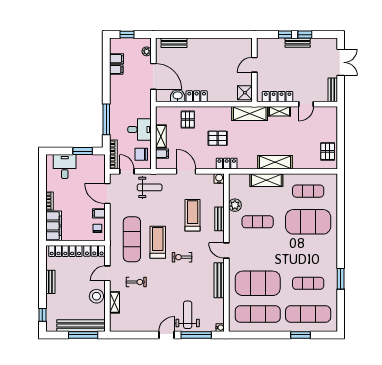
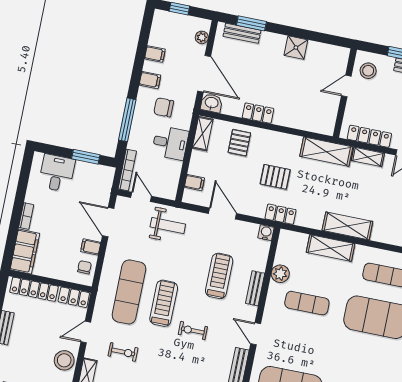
window: (179, 35) -> (251, 23), added
stool: (267, 51) -> (368, 71), added
filing cabinet: (117, 59) -> (150, 80), moved
shower: (245, 93) -> (296, 48), moved
washbasin: (178, 96) -> (212, 103), moved
shelving: (161, 136) -> (203, 134), moved
chair: (141, 154) -> (164, 107), moved

